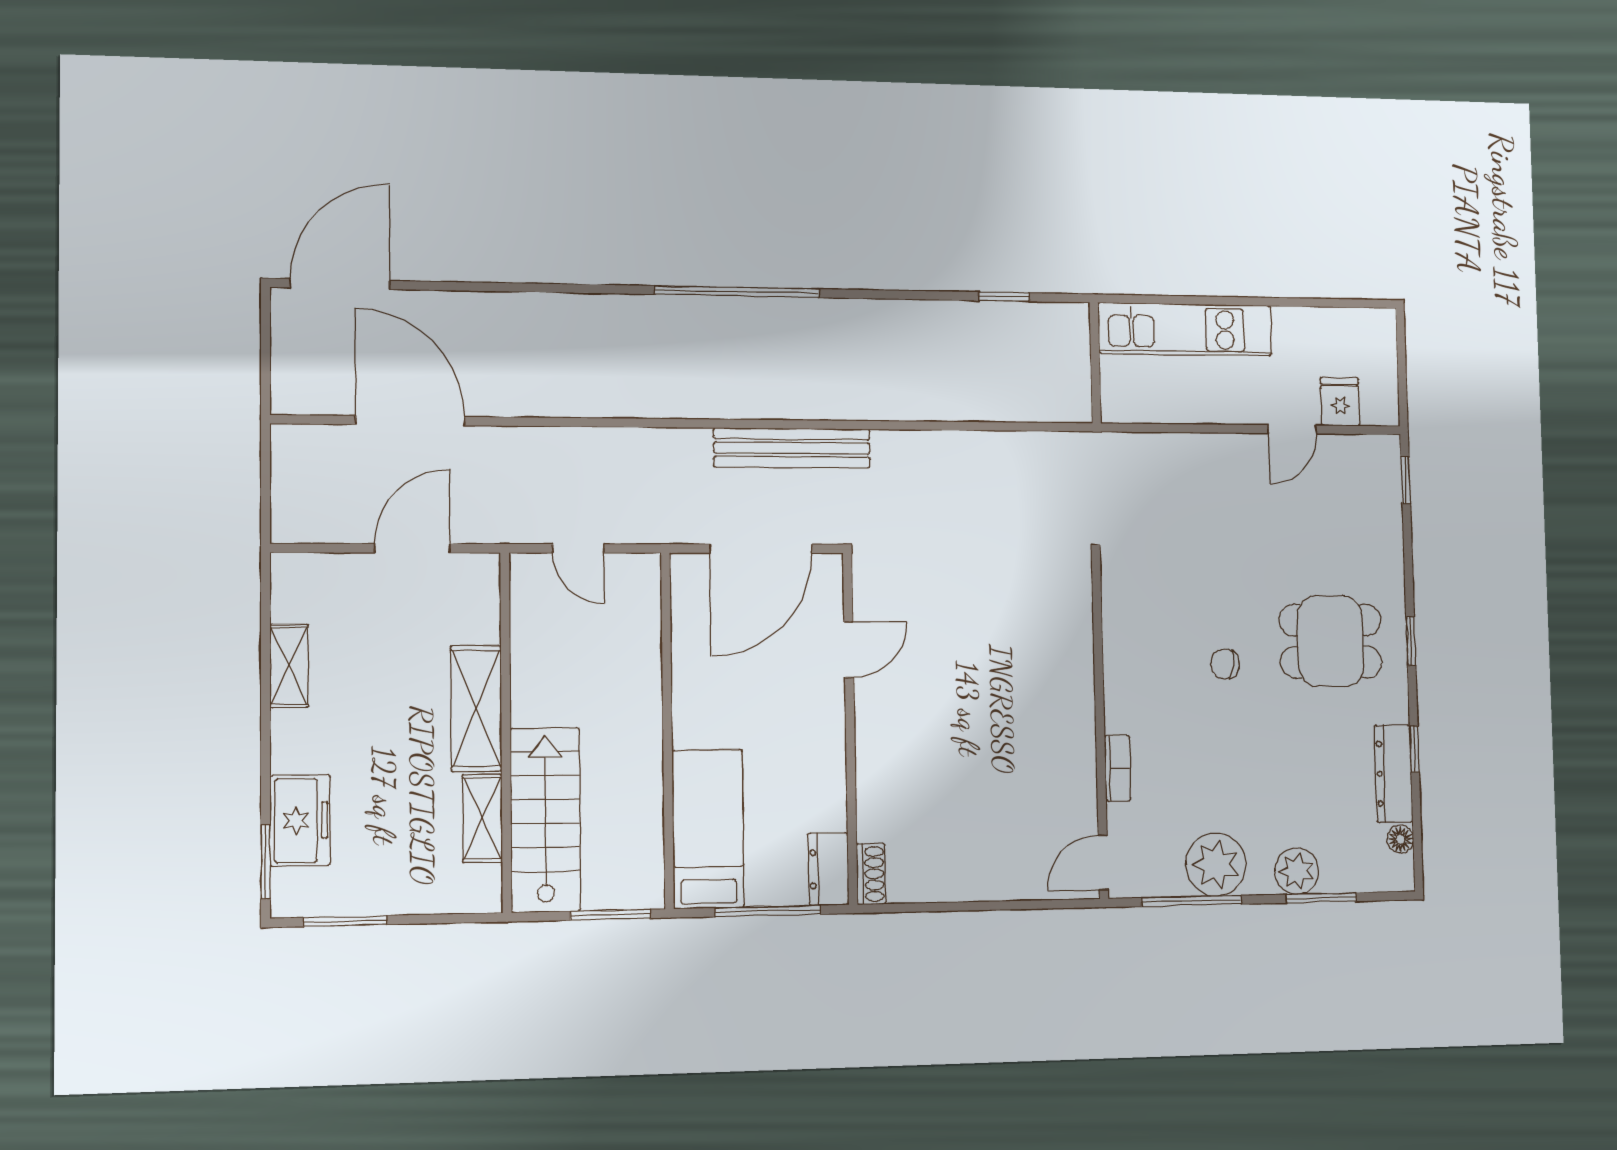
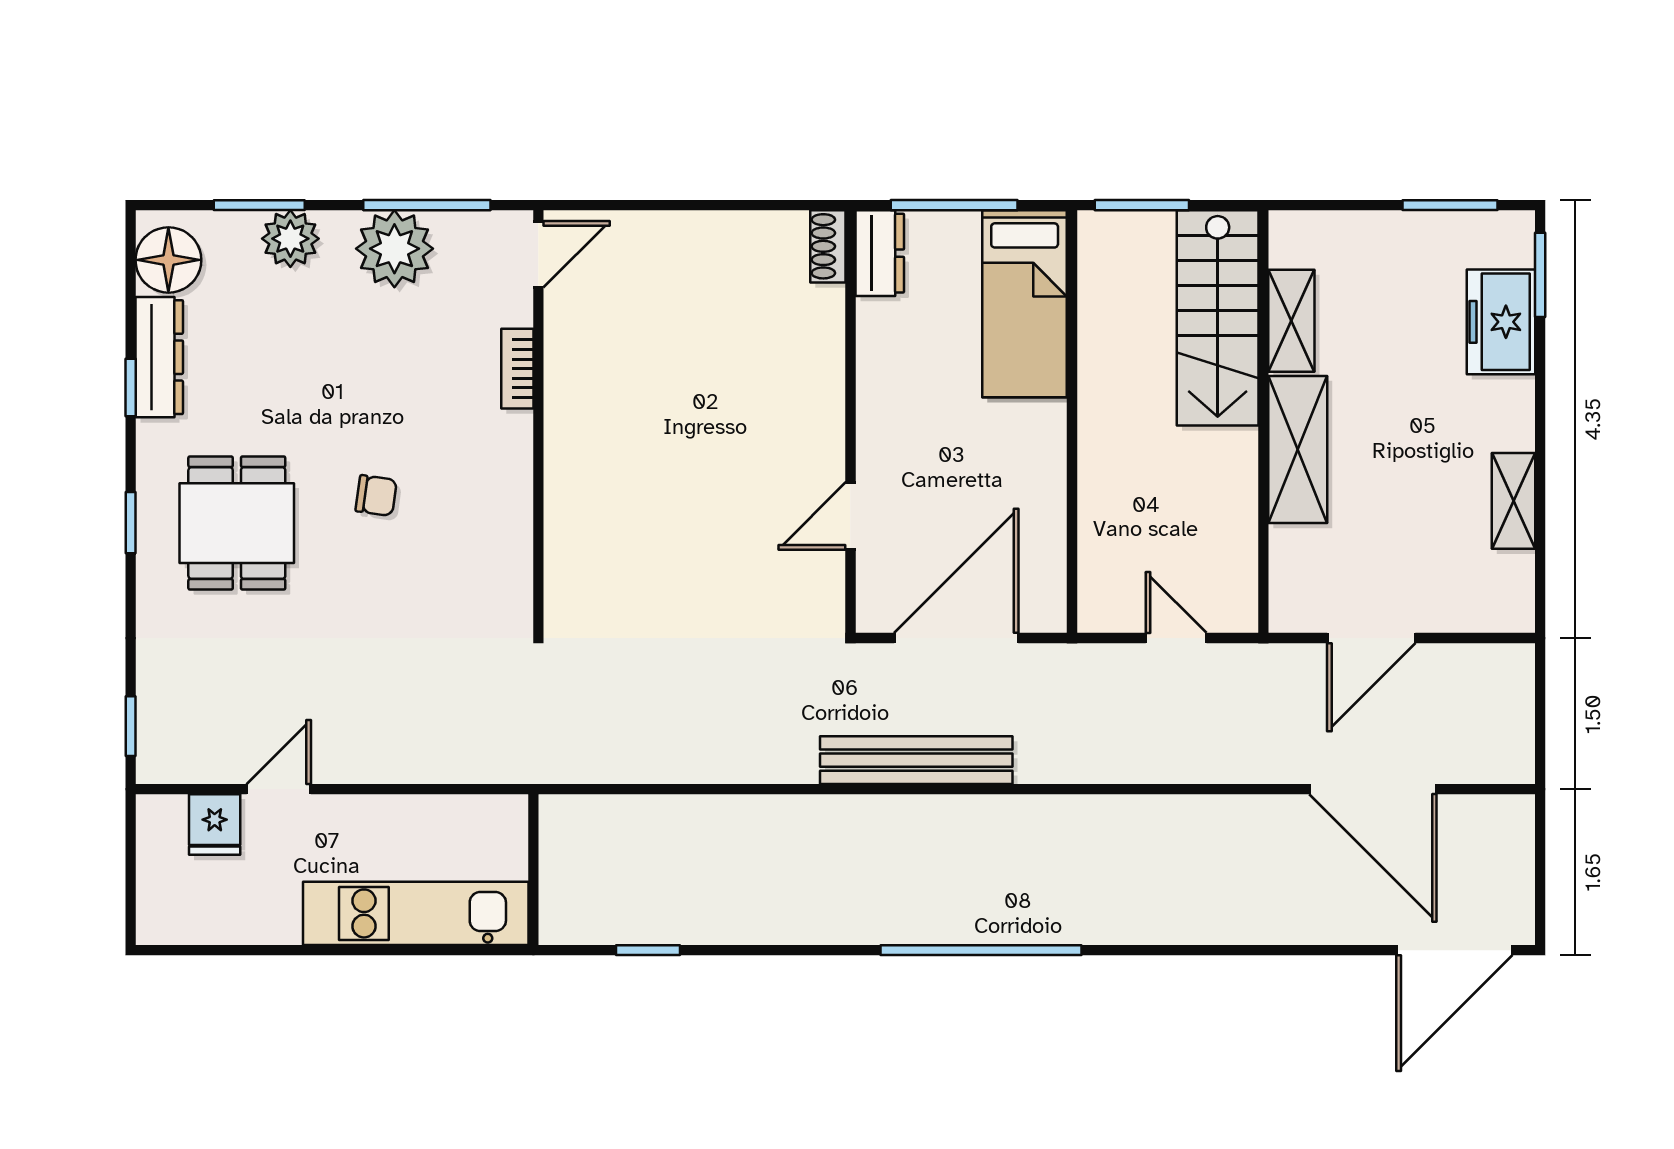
dining table: (1331, 641) -> (237, 523), turned 90
floor lamp: (1400, 839) -> (168, 260), width x1.89, depth x1.89

